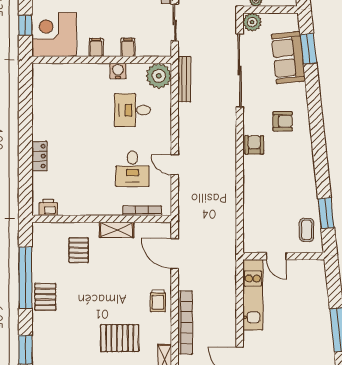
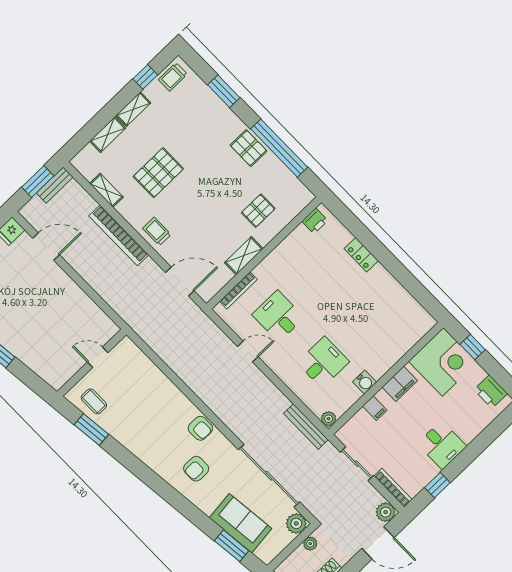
filing cabinet: (96, 47) -> (400, 384), width x2.00
plant: (159, 76) -> (329, 419), width x0.53, depth x0.53
pallet: (79, 250) -> (258, 211), turned 90
kitchen unit: (253, 295) -> (87, 309), removed

